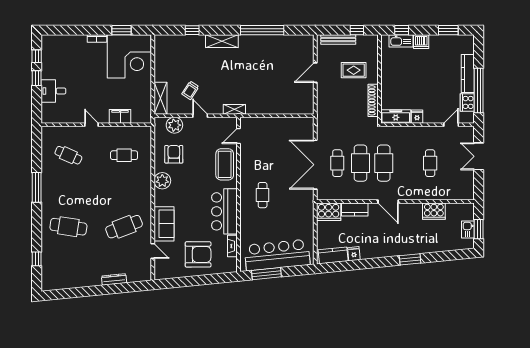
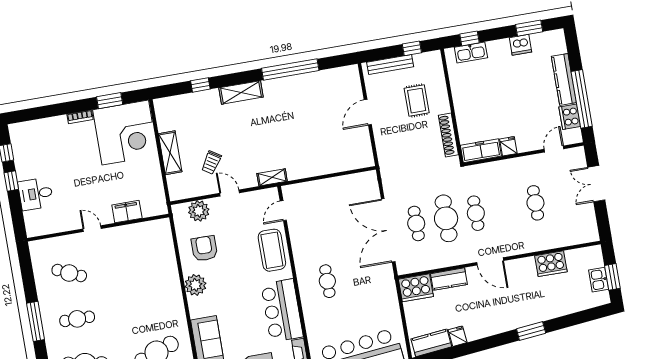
dishwasher: (421, 42) -> (521, 45), moved
rug: (354, 70) -> (417, 101), turned 90
shelving: (160, 98) -> (170, 153), moved
cafe table: (124, 155) -> (77, 319), moved
cafe table: (384, 163) -> (476, 213), width x0.73, depth x0.74

